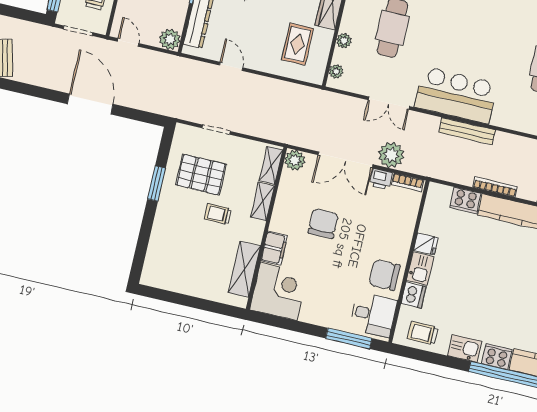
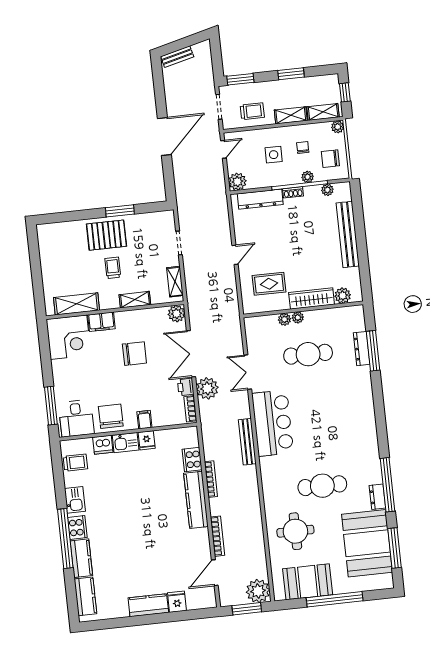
door: (231, 66) -> (235, 255), moved
plant: (336, 71) -> (298, 317), moved
shelving: (271, 165) -> (175, 282), moved, turned 90
pallet: (201, 175) -> (106, 235), moved, turned 90
filing cabinet: (402, 238) -> (144, 420), added
trolley: (423, 333) -> (75, 463), turned 90

